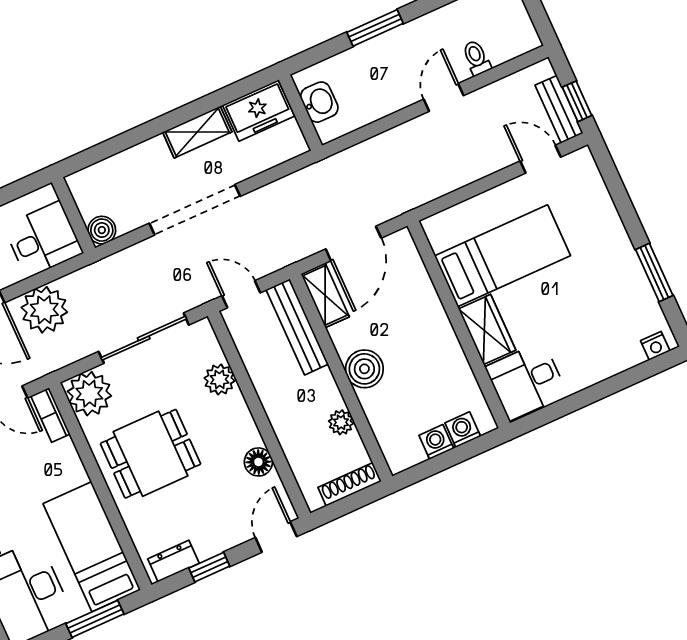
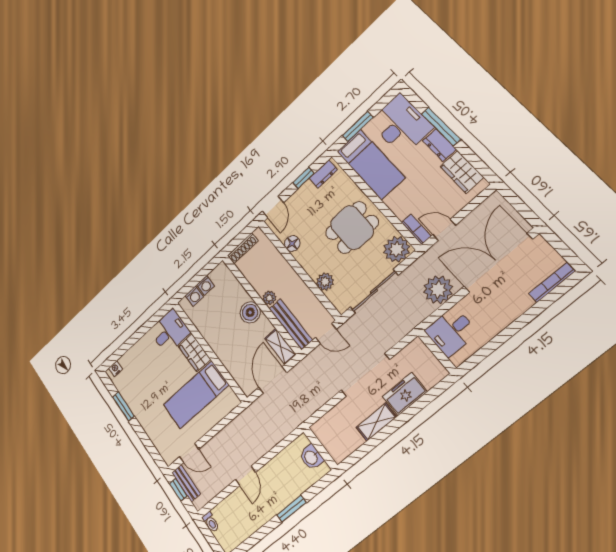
toilet: (476, 58) -> (211, 522), moved
freezer: (258, 111) -> (405, 394), moved
boiler: (102, 230) -> (417, 348), removed
plant: (341, 422) -> (269, 298), moved

